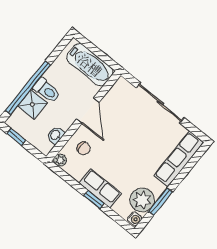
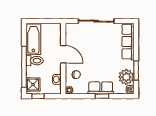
bathtub: (90, 65) -> (33, 39), moved, turned -90
shower: (32, 104) -> (33, 85), moved

